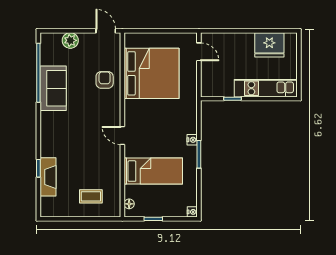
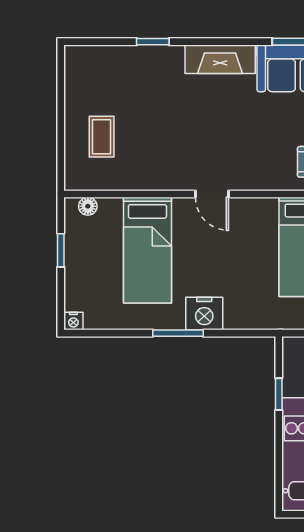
door: (122, 136) -> (212, 194), swing flipped
nightstand: (192, 140) -> (204, 313), width x1.89, depth x1.79
fireplace: (48, 177) -> (220, 59), moved

